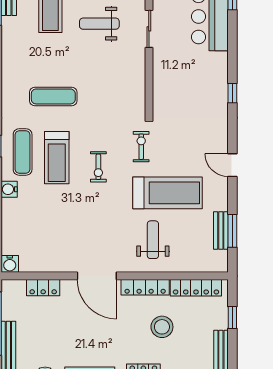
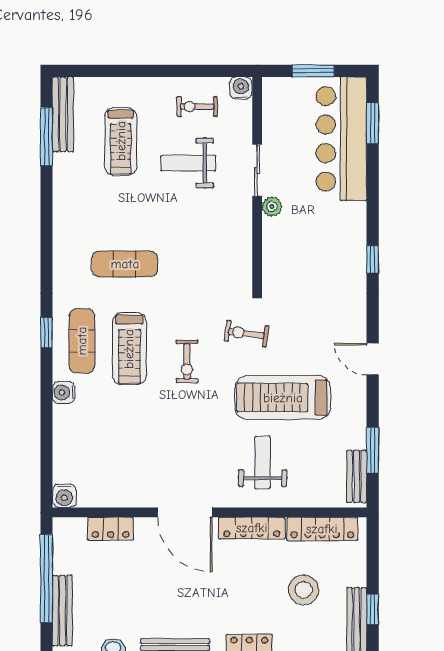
plant: (160, 55) -> (272, 207), added
exercise bike: (141, 147) -> (246, 334), turned -82
treadmill: (167, 193) -> (283, 398), turned 180
bench: (221, 231) -> (357, 476), moved
window: (232, 318) -> (373, 609), moved
stool: (162, 327) -> (304, 590), moved

